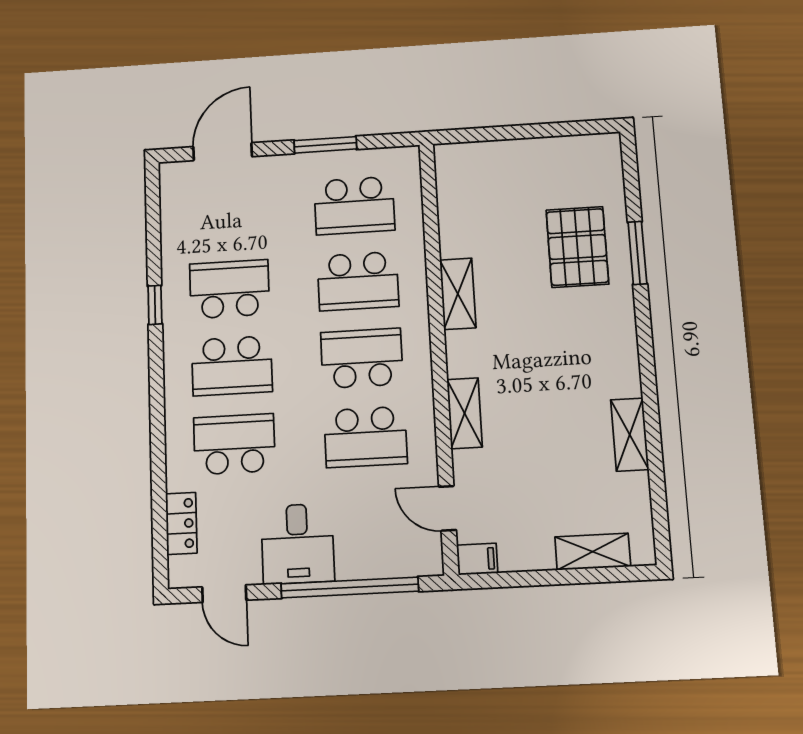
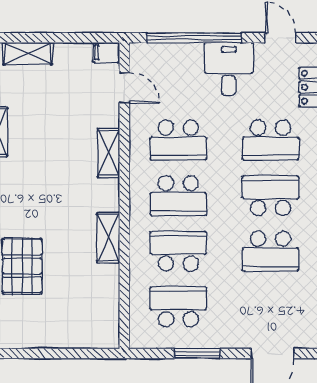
school desk: (366, 437) -> (178, 140), turned 180

